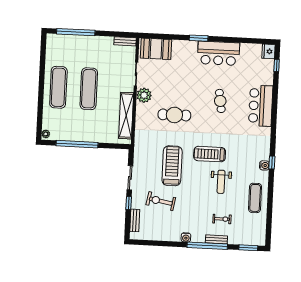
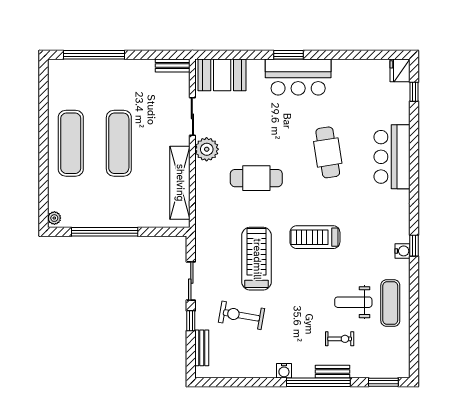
bar counter: (219, 53) -> (298, 77), moved
cafe table: (220, 101) -> (328, 152), width x1.37, depth x1.35
weight bench: (221, 182) -> (353, 302), moved, turned 90

